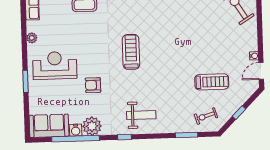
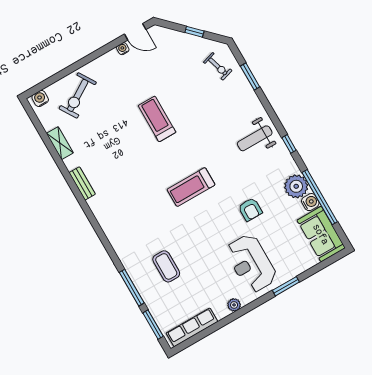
treadmill: (212, 82) -> (157, 119), moved
weight bench: (141, 115) -> (255, 138), turned -90

